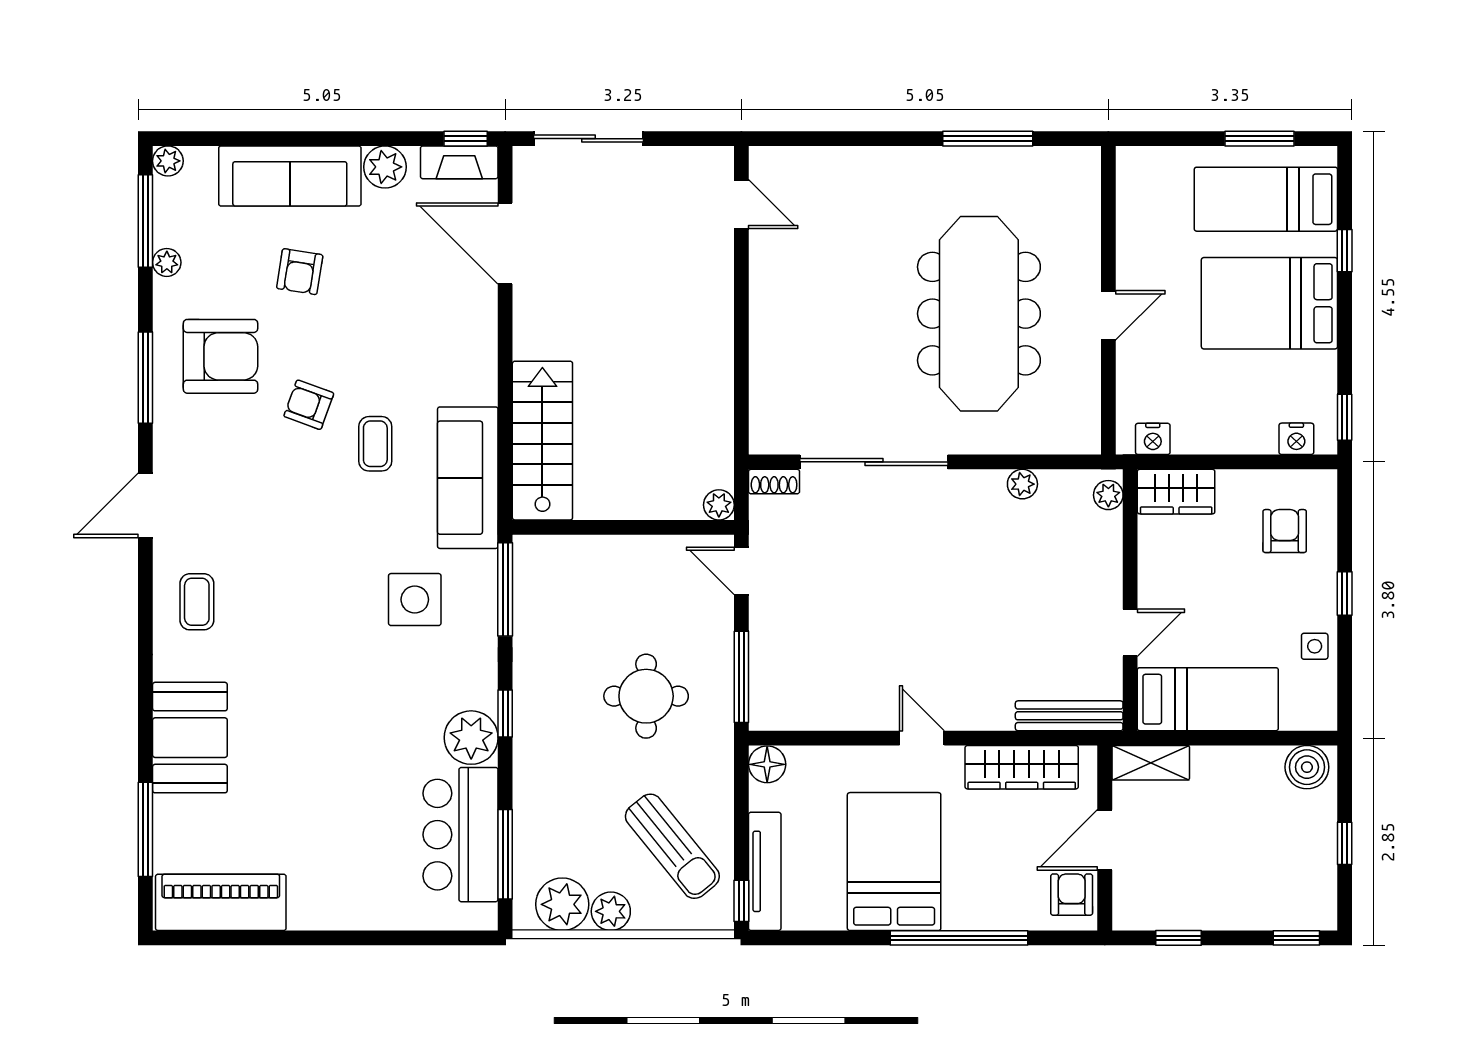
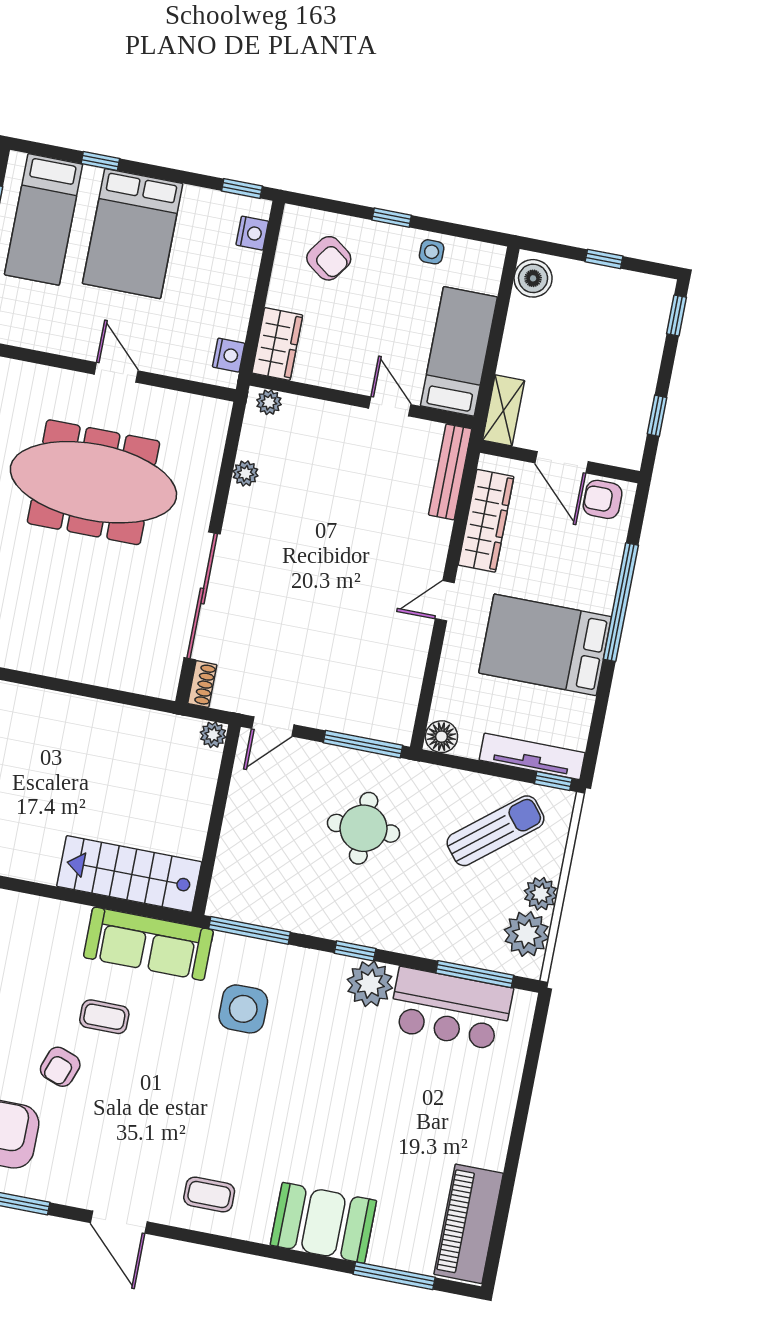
armchair: (1285, 531) -> (329, 258), turned -144

